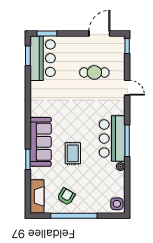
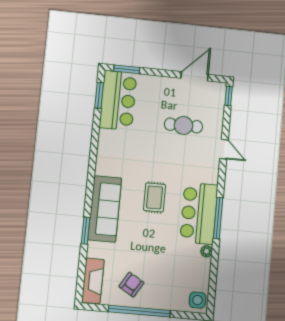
rug: (73, 153) -> (155, 197), moved

